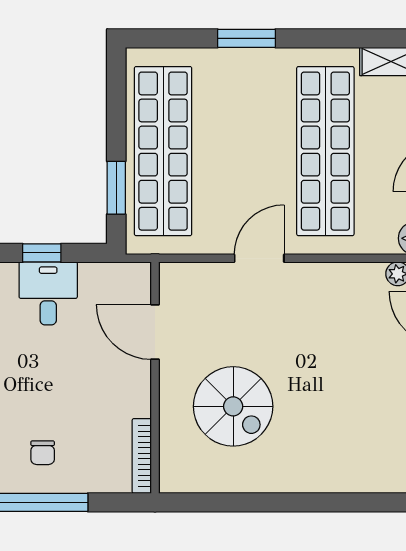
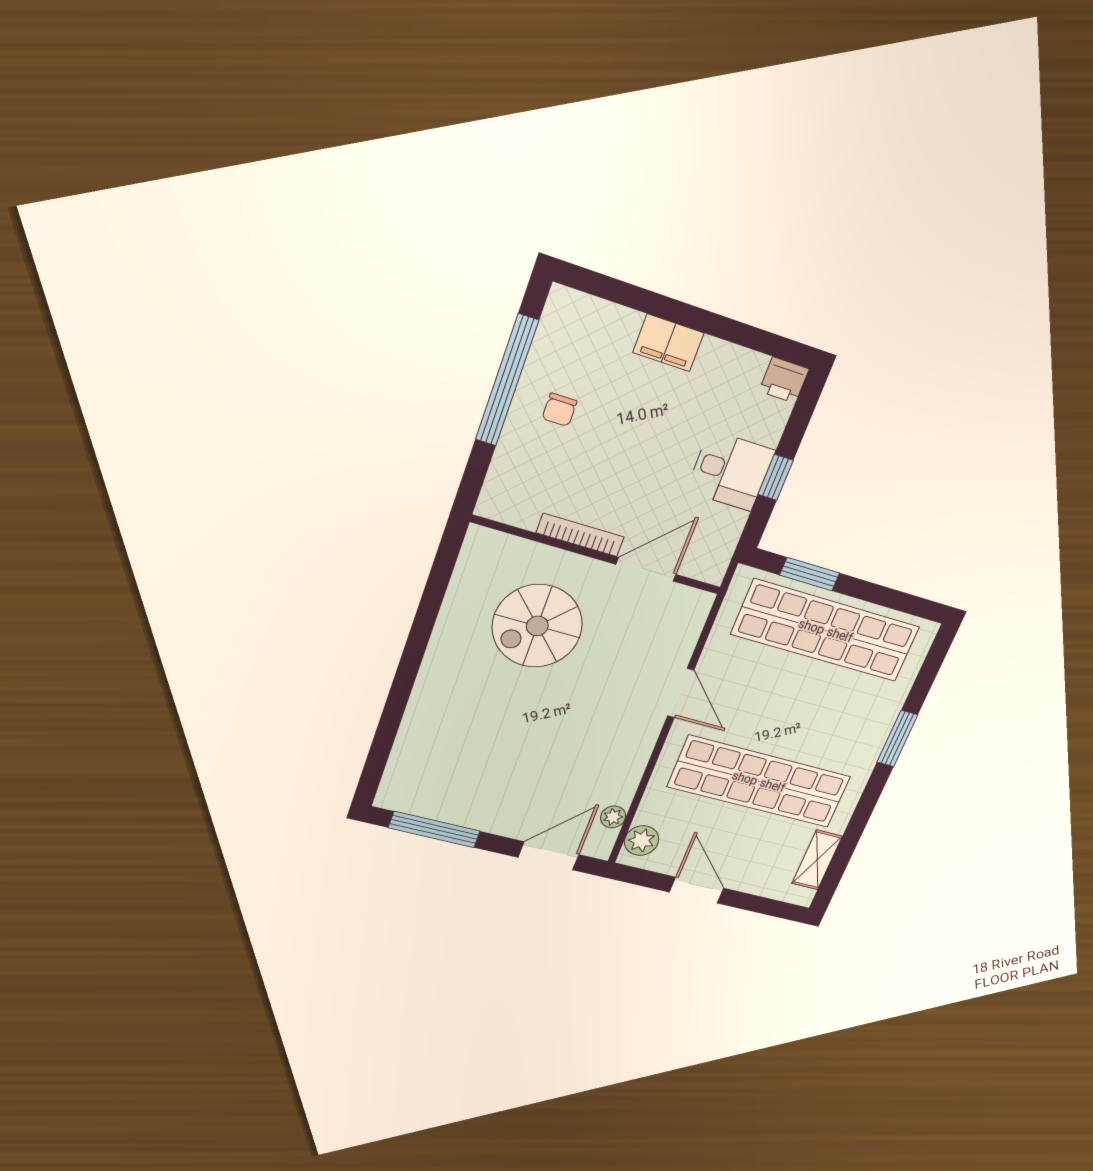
chair: (43, 453) -> (559, 410), turned -90
bookcase: (142, 456) -> (580, 535), moved

